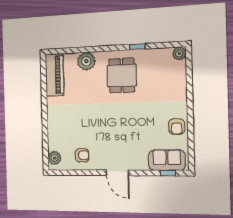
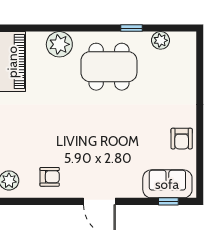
plant: (179, 53) -> (161, 40), moved
dining table: (122, 76) -> (109, 67), width x1.38

